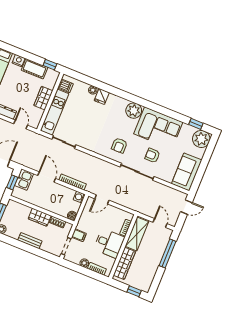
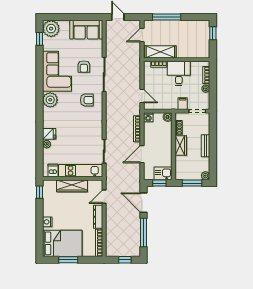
cot: (35, 69) -> (49, 205), removed
wardrobe: (43, 98) -> (72, 186), width x1.50
kitchen sink: (24, 179) -> (163, 173), moved
wardrobe: (124, 263) -> (191, 52), removed

